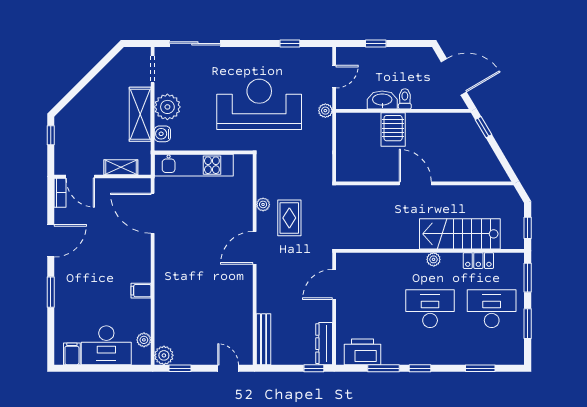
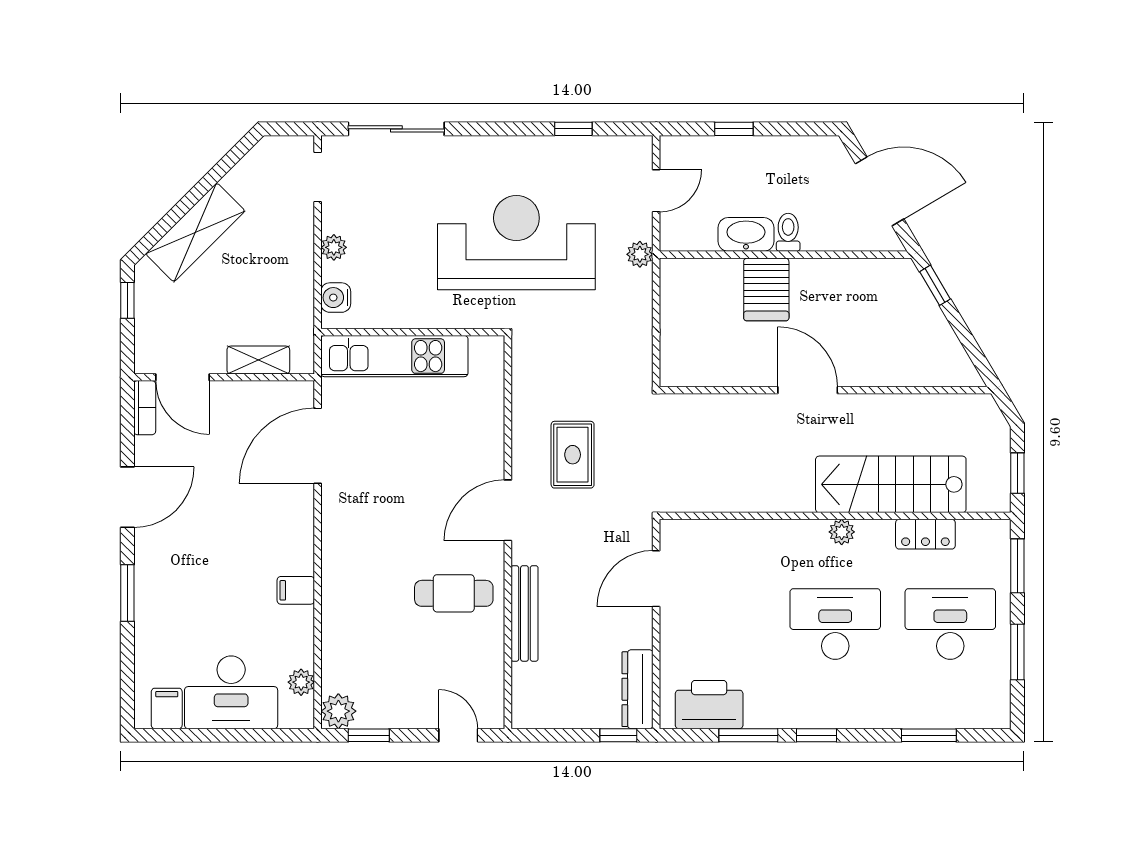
plant: (167, 107) -> (334, 247), width x0.53, depth x0.53
shelving: (140, 114) -> (195, 232), moved, turned 45
plant: (263, 204) -> (524, 429), removed
door: (153, 213) -> (318, 446), hinge flipped
cafe table: (226, 292) -> (454, 593), added
bench: (264, 339) -> (524, 613), moved

